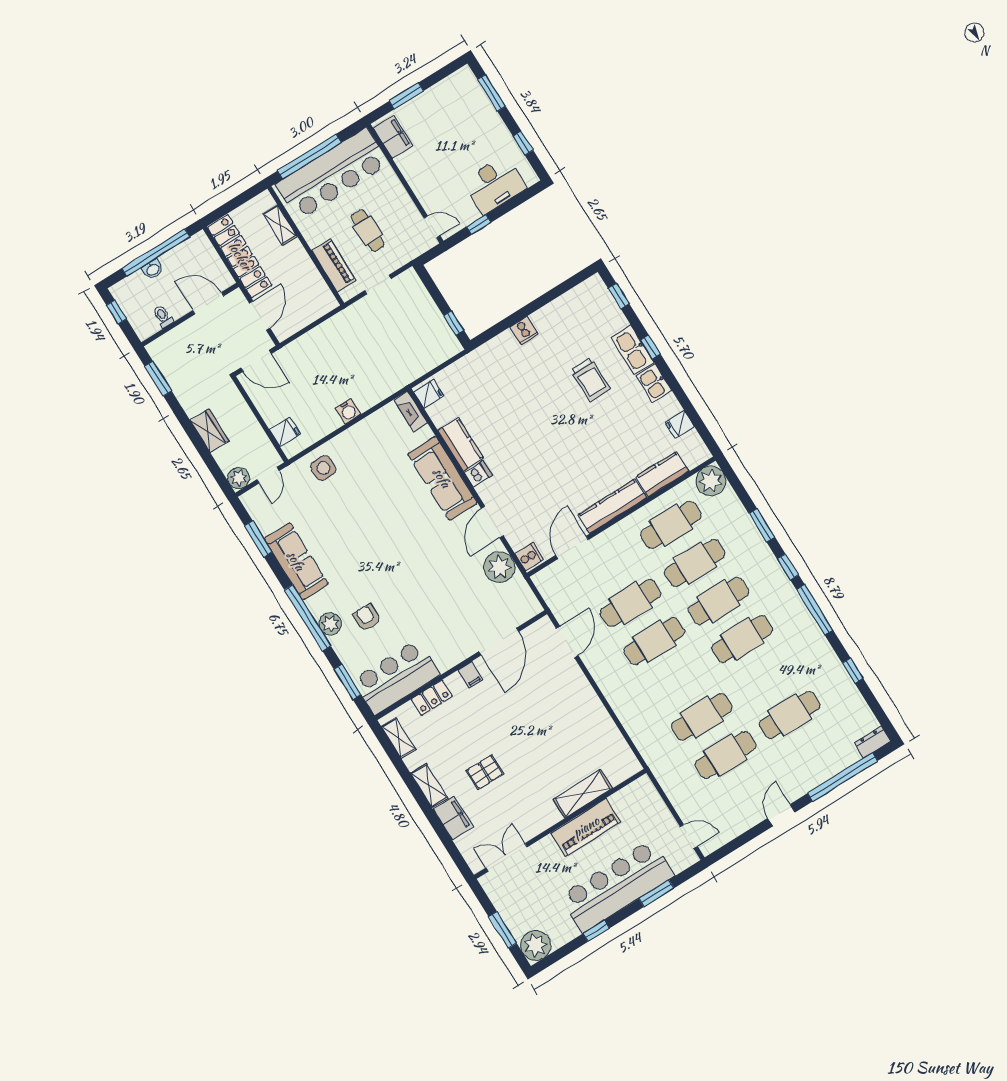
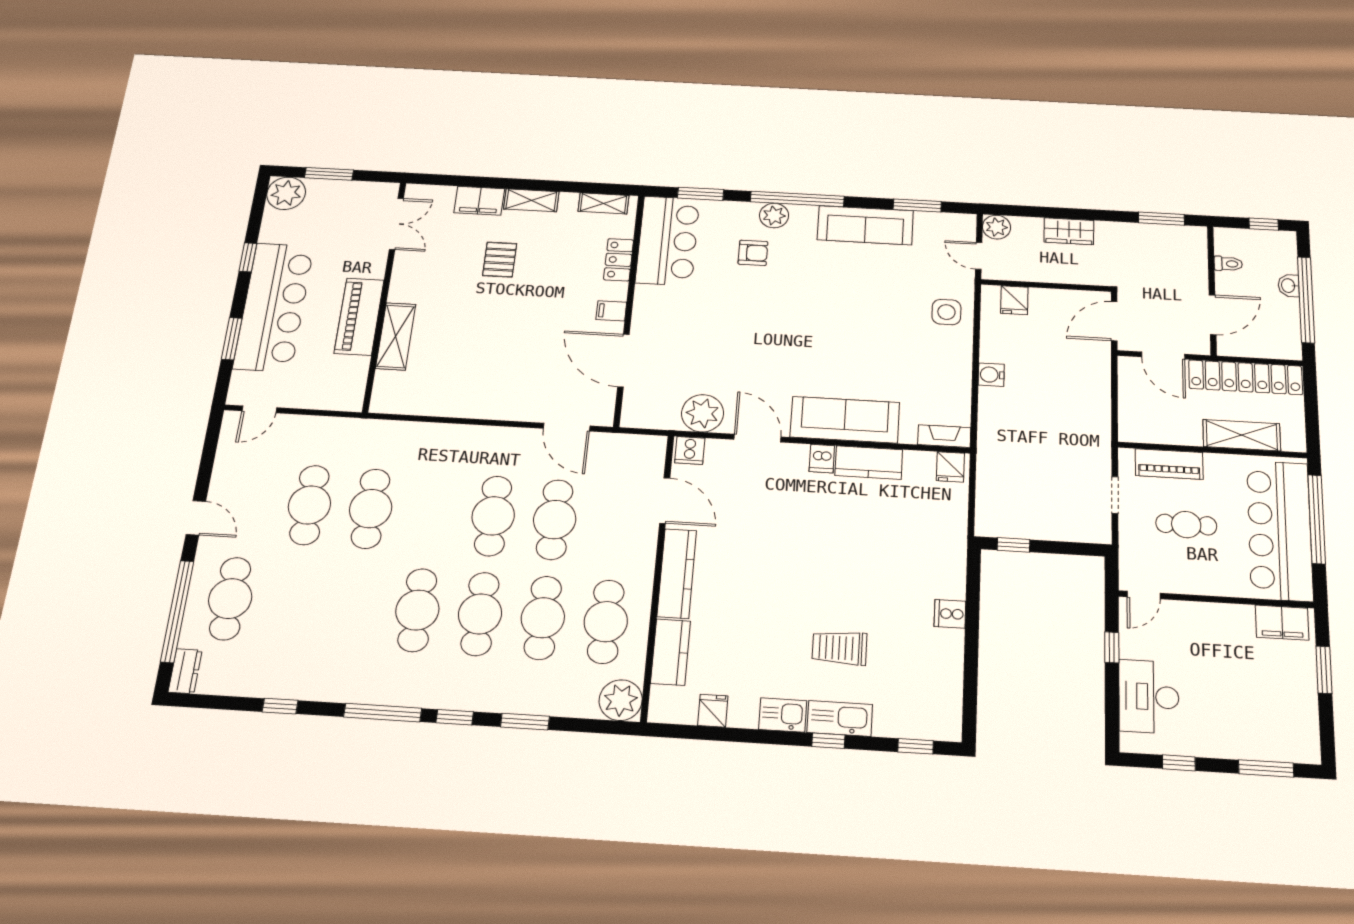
shelving: (280, 225) -> (1242, 435), width x1.50, depth x1.33
cafe table: (790, 715) -> (230, 599), moved

